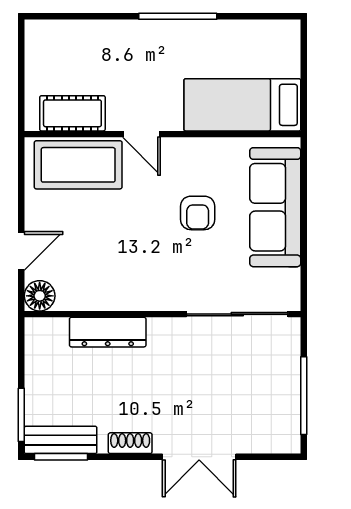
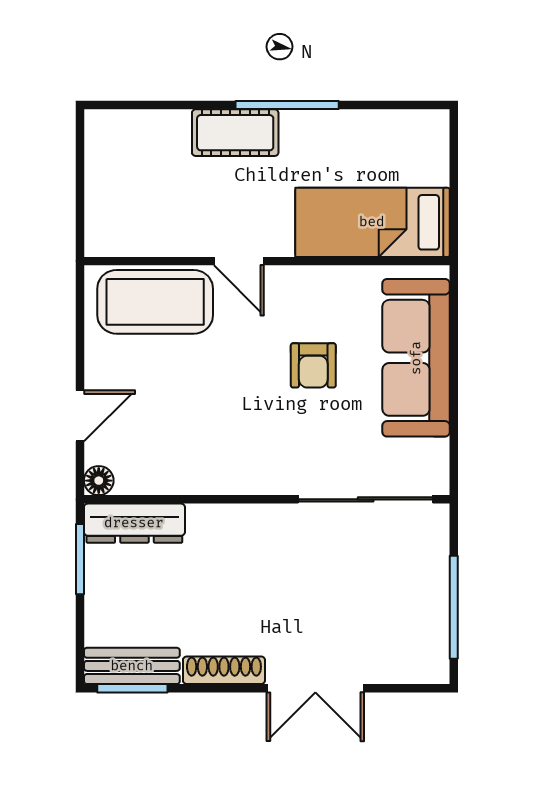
cot: (72, 113) -> (235, 133), moved
floor lamp: (40, 296) -> (99, 481), width x0.73, depth x0.73
dresser: (108, 332) -> (134, 523), moved
window: (21, 415) -> (80, 559), moved
shoe rack: (130, 443) -> (224, 670), width x1.43

